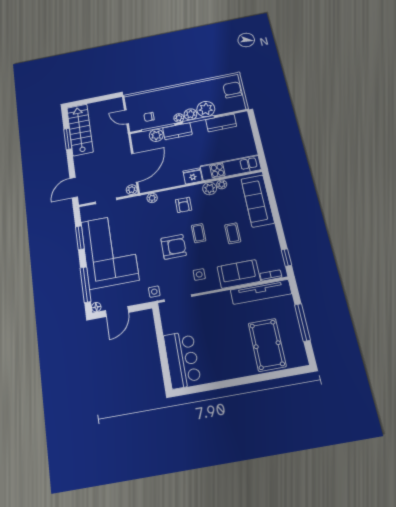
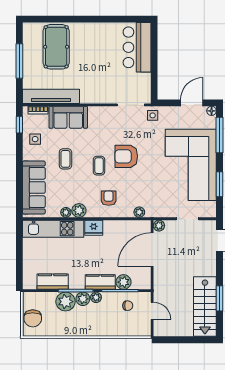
side table: (199, 274) -> (35, 139), moved

